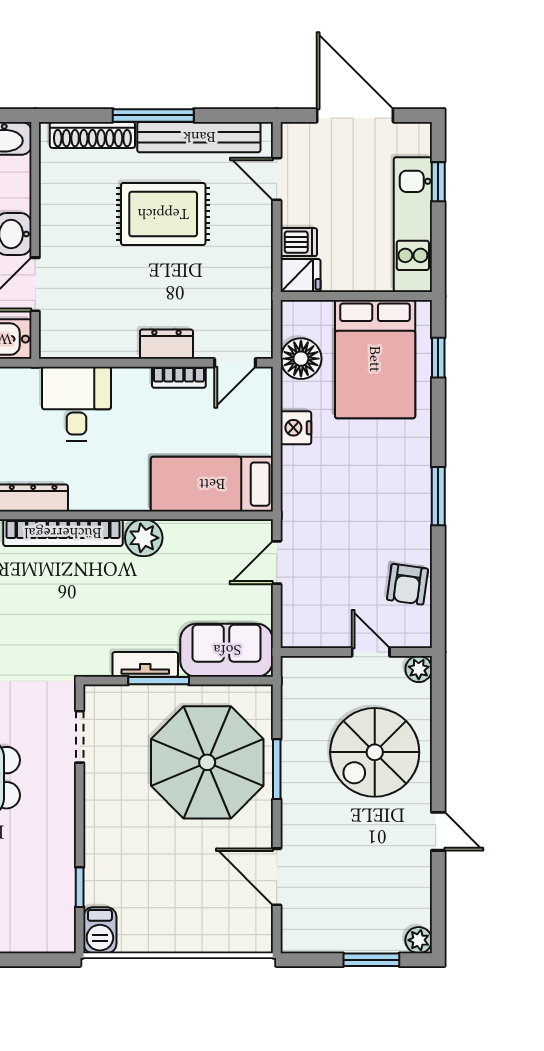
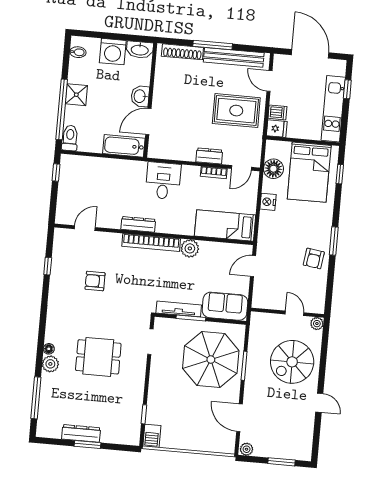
rug: (163, 214) -> (236, 111), moved
armchair: (407, 584) -> (314, 258), moved
tv unit: (145, 664) -> (179, 309), width x1.41
plant: (419, 940) -> (247, 449), moved

